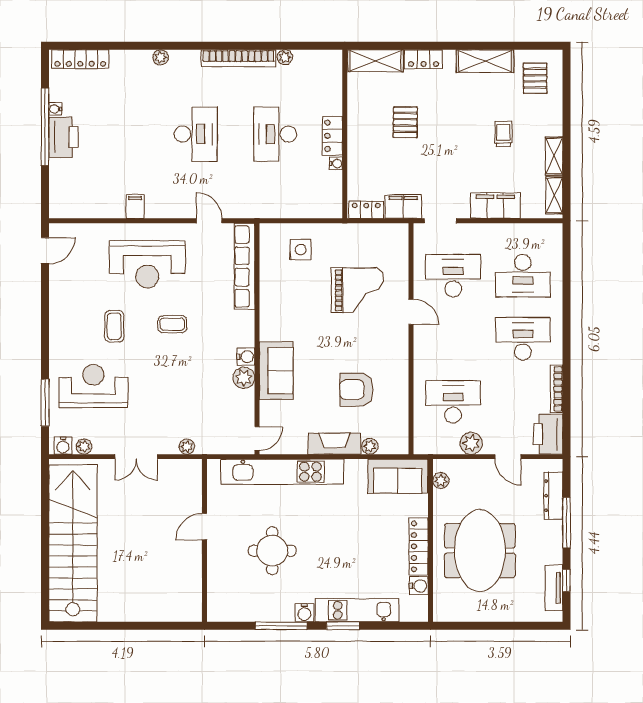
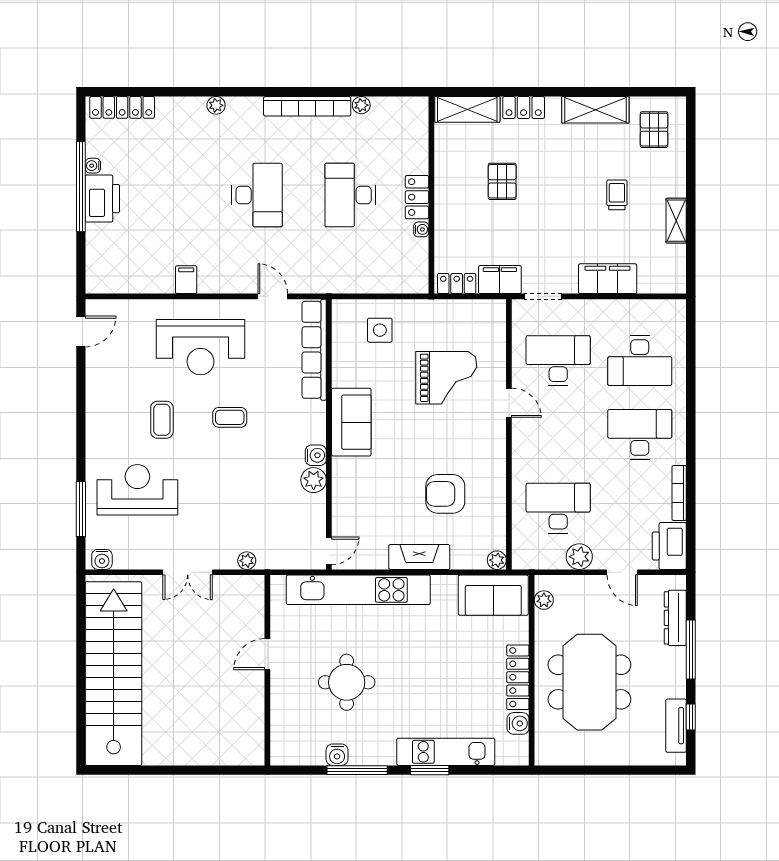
shelving: (554, 195) -> (676, 267), removed
sofa: (276, 371) -> (351, 422), moved
plant: (370, 446) -> (497, 560), moved
plant: (84, 447) -> (126, 560), removed
water cooler: (304, 613) -> (337, 755), moved

